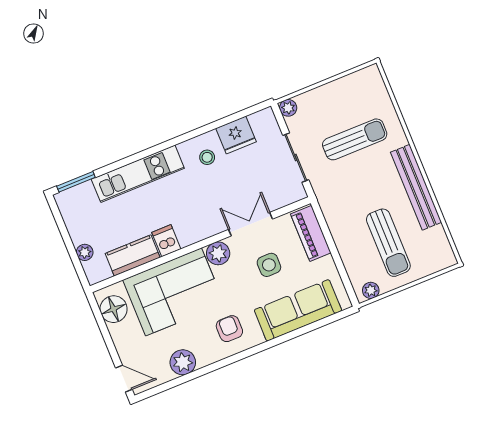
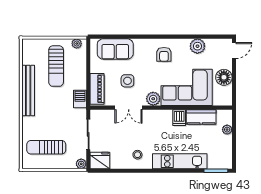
fridge: (236, 135) -> (100, 160), moved
sun lounger: (355, 139) -> (46, 147), moved
barbecue: (331, 207) -> (80, 99), added
sun lounger: (388, 243) -> (56, 66), turned 180
floor lamp: (114, 309) -> (224, 77), moved
sofa: (298, 310) -> (115, 49), width x0.73
door: (124, 379) -> (234, 51), swing flipped

